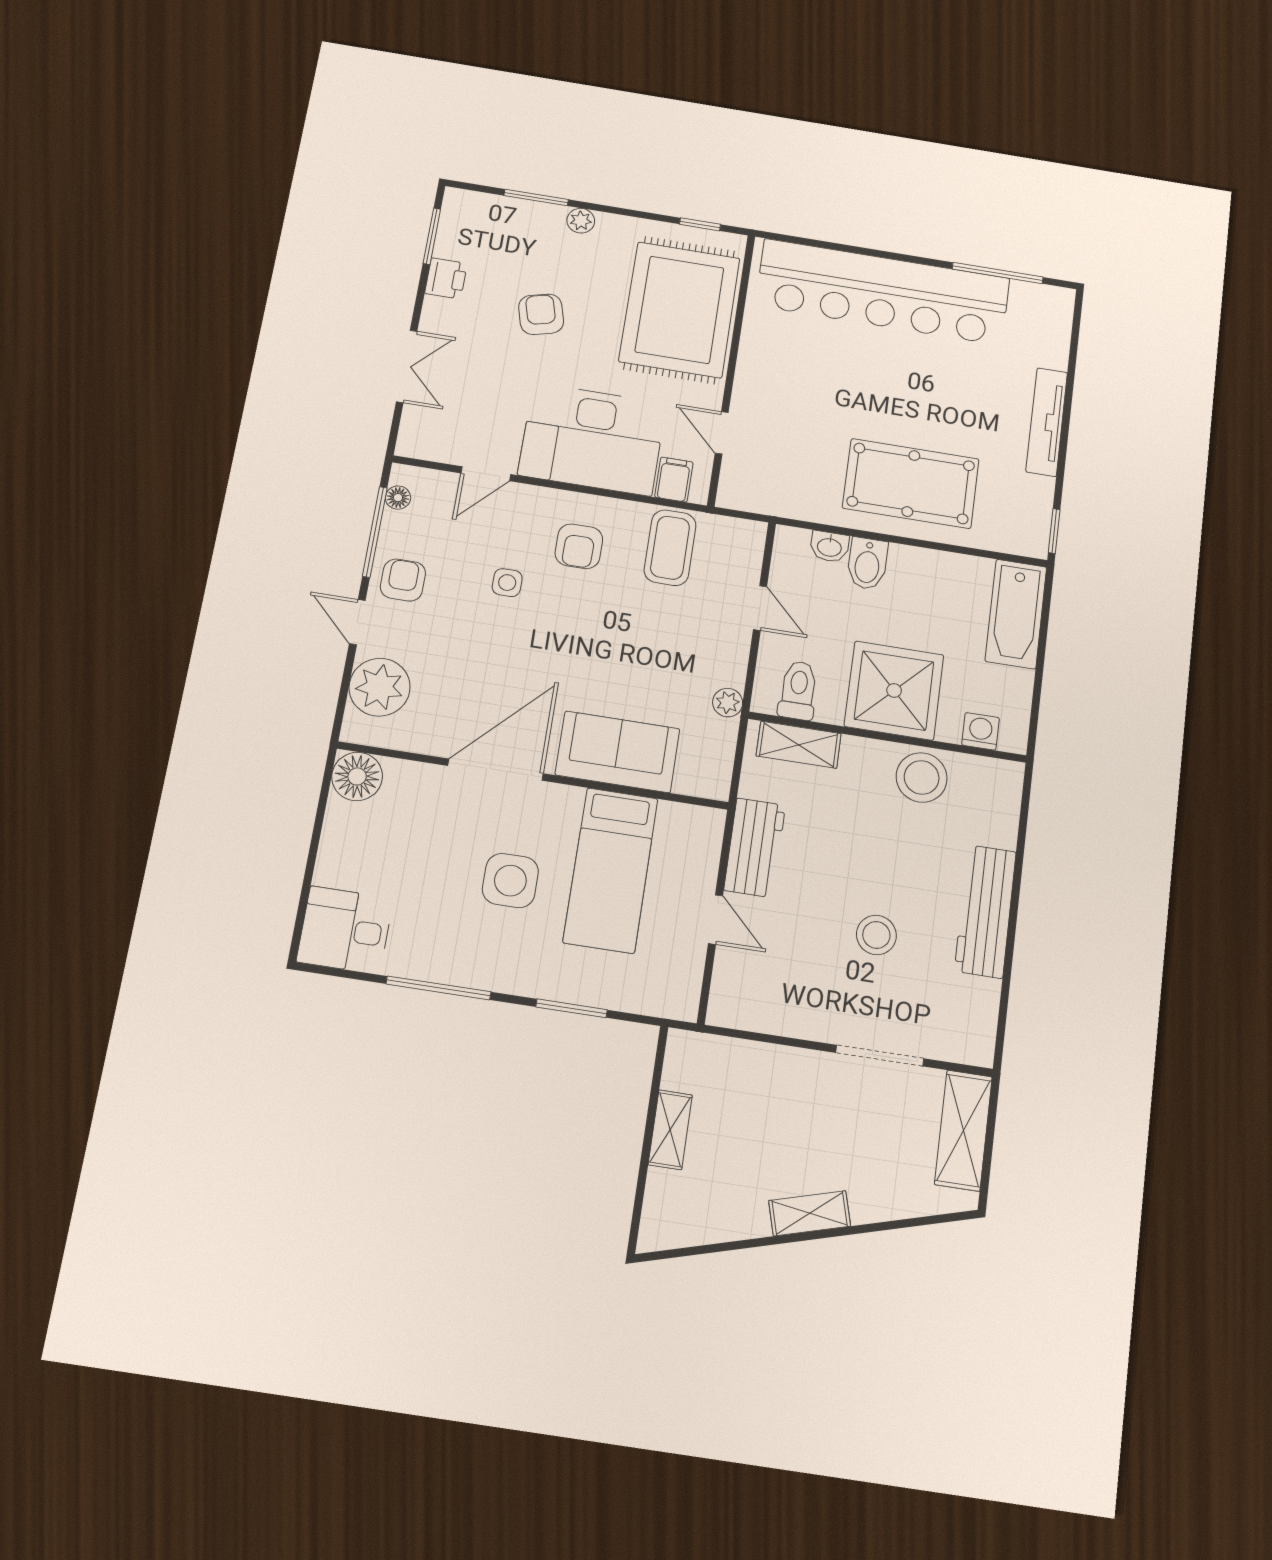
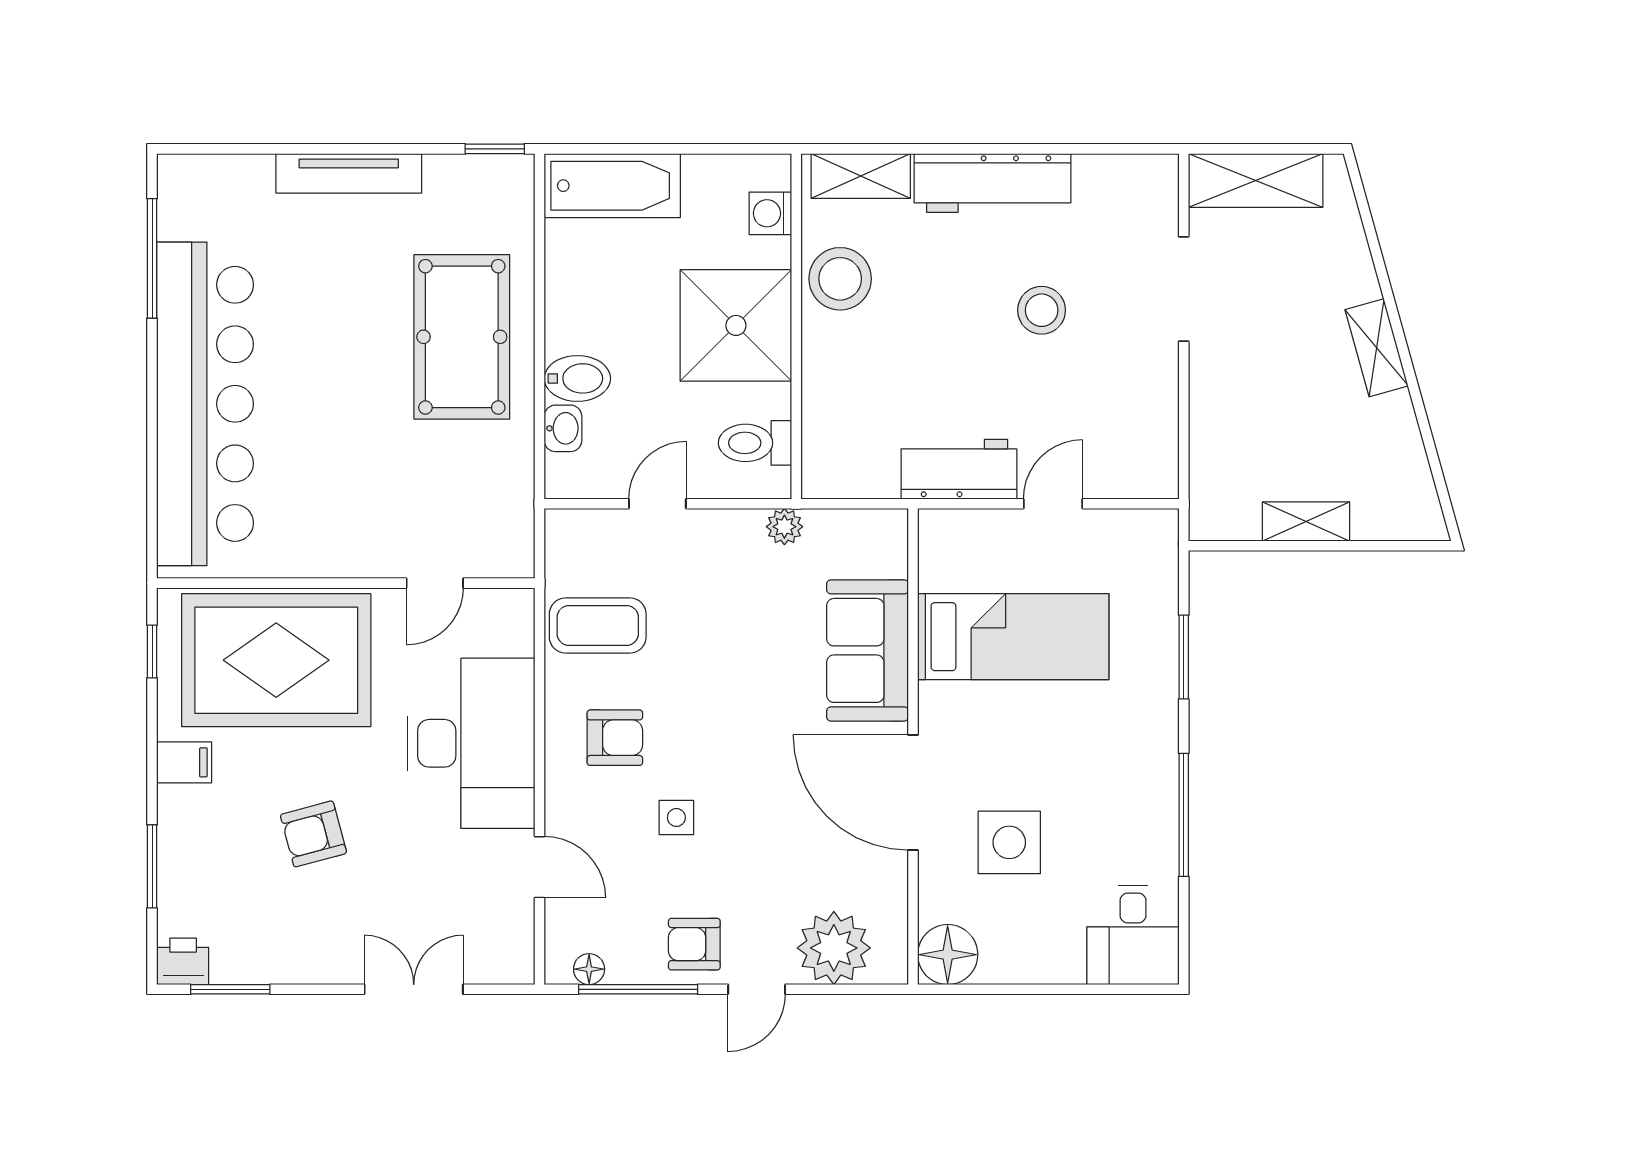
plant: (581, 221) -> (174, 804), removed
printer: (446, 278) -> (183, 961), moved
filing cabinet: (674, 480) -> (184, 762), moved, turned 180
shelving: (799, 745) -> (861, 176), moved, turned 90
side table: (510, 881) -> (1009, 842), moved

